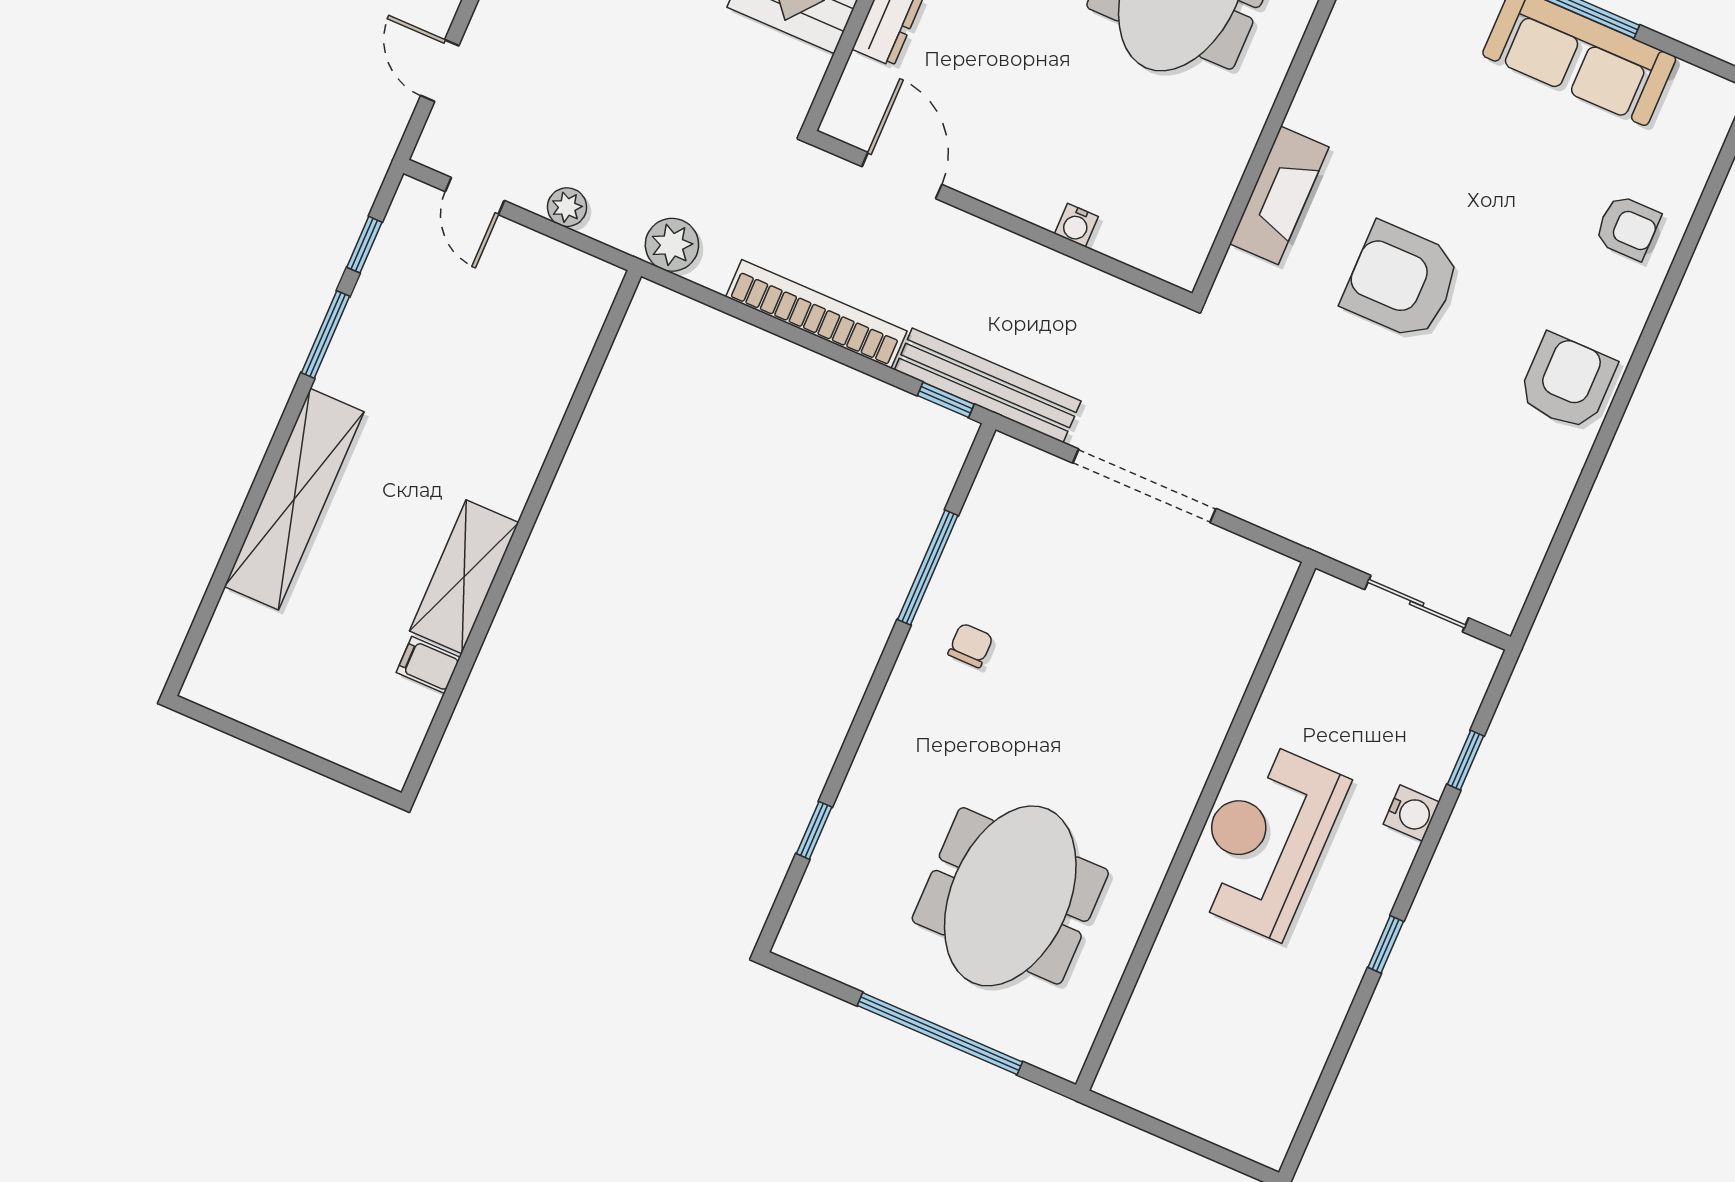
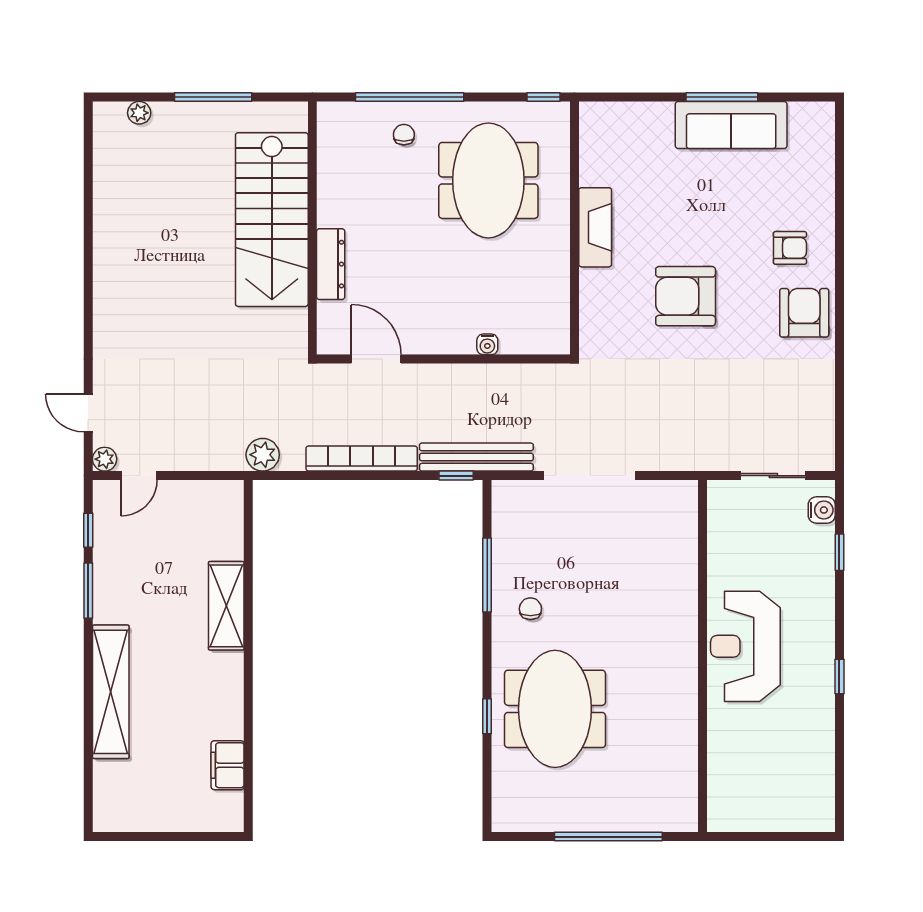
fireplace: (1279, 195) -> (595, 227), moved
door: (475, 196) -> (139, 476), hinge flipped
plant: (567, 207) -> (105, 459), moved
armchair: (1628, 228) -> (790, 248), moved
shelving: (464, 577) -> (226, 606), moved
filing cabinet: (428, 665) -> (228, 765), width x2.00
water cooler: (1411, 813) -> (822, 510), moved
window: (814, 830) -> (487, 716), moved
meeting table: (1010, 896) -> (555, 709), moved

